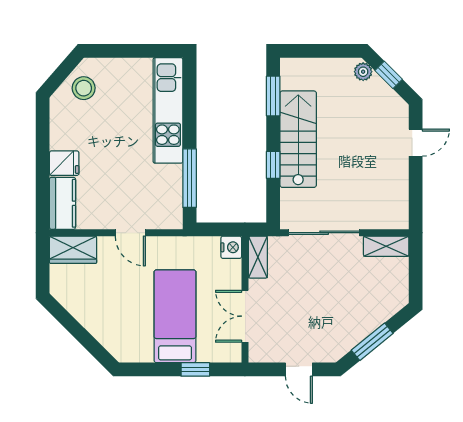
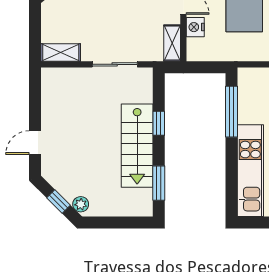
sliding door: (324, 233) -> (115, 64), width x0.73
nightstand: (231, 247) -> (195, 27), moved

